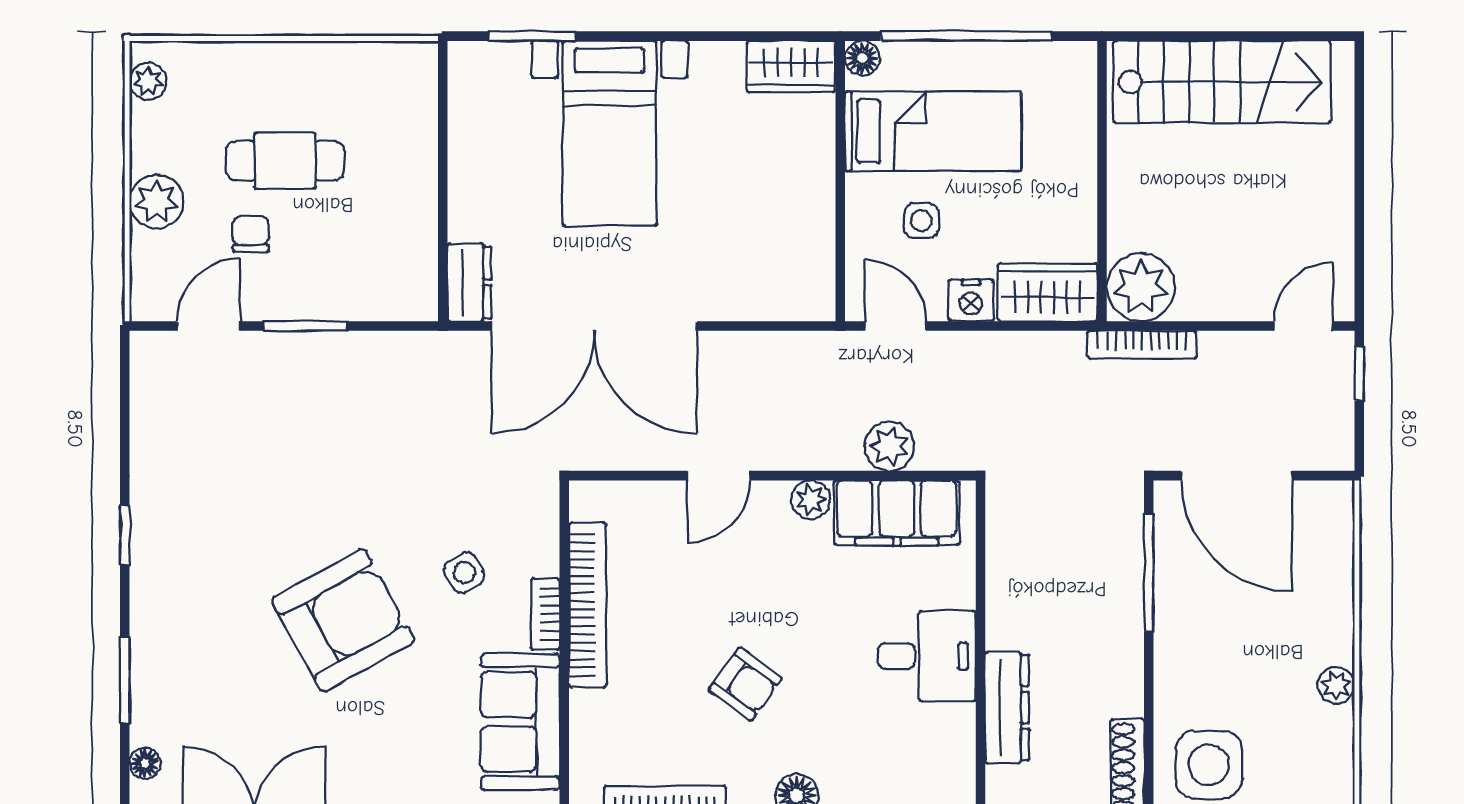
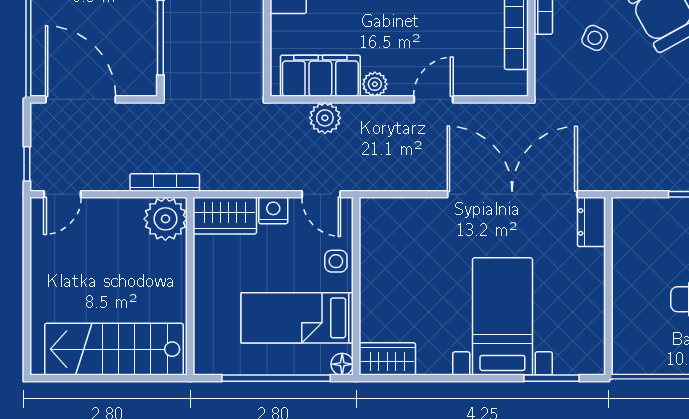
side table: (921, 221) -> (336, 261), moved
door: (1236, 476) -> (81, 99), moved
side table: (464, 573) -> (595, 38), turned -34

